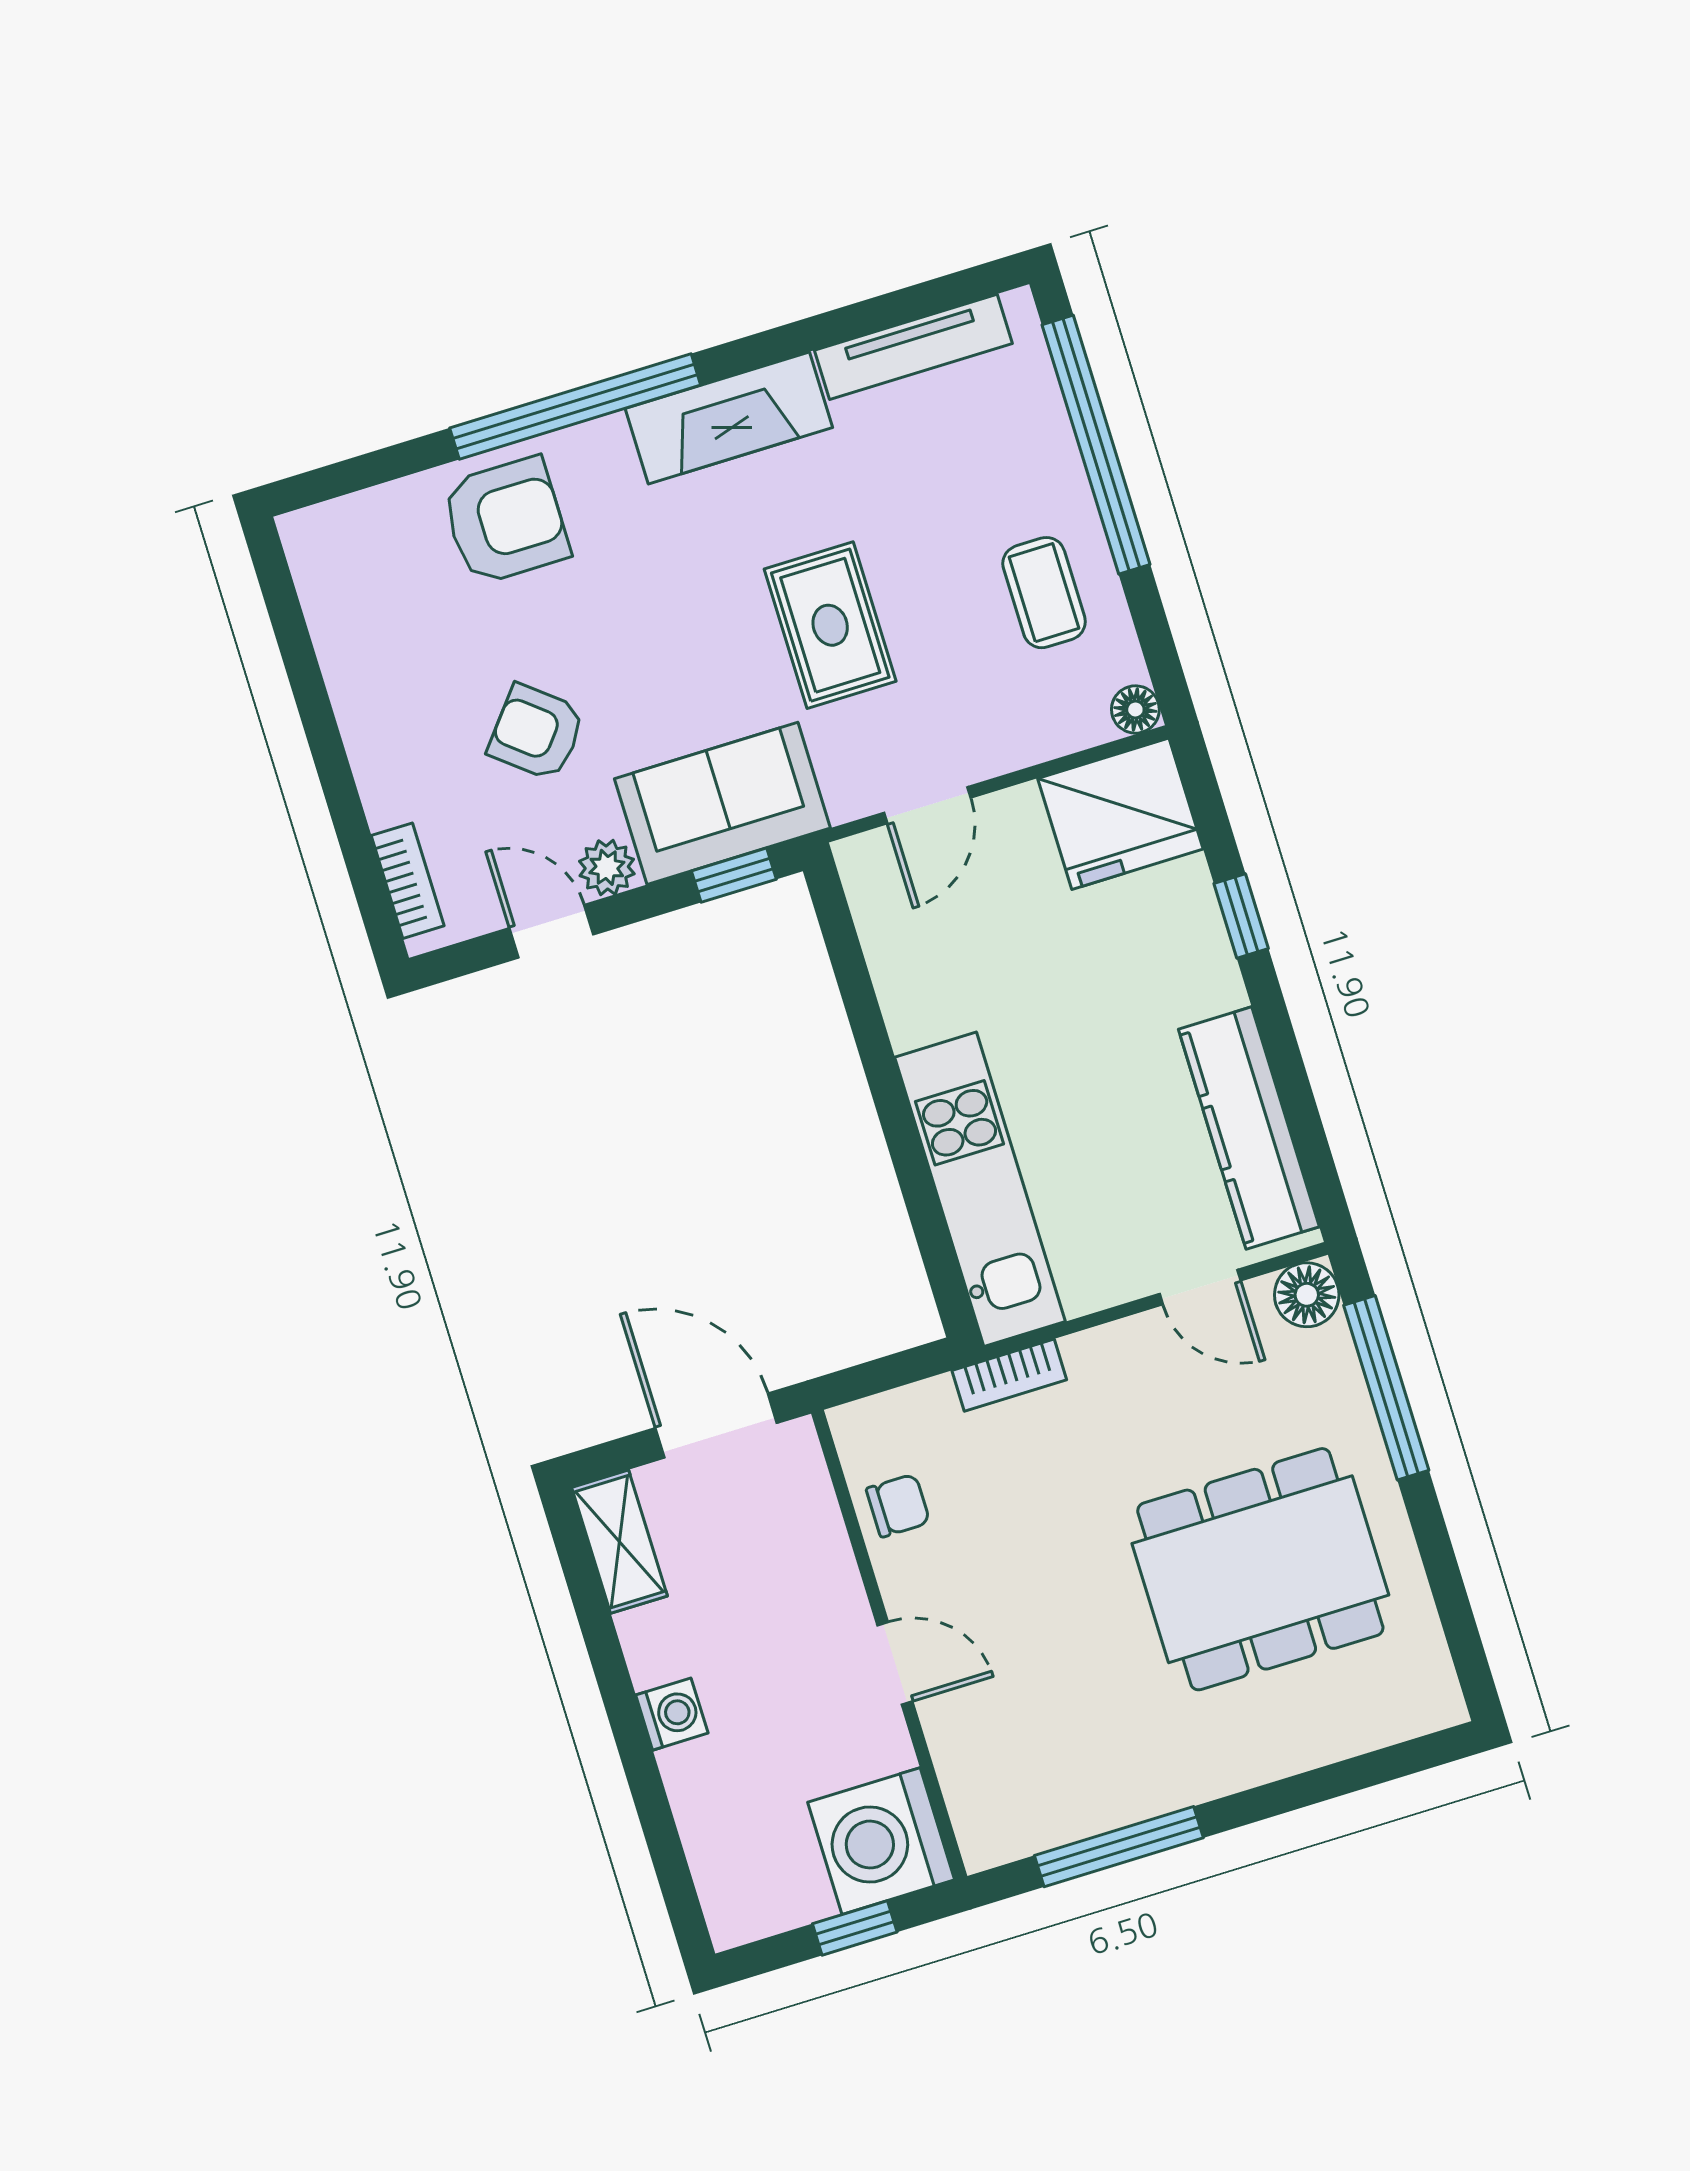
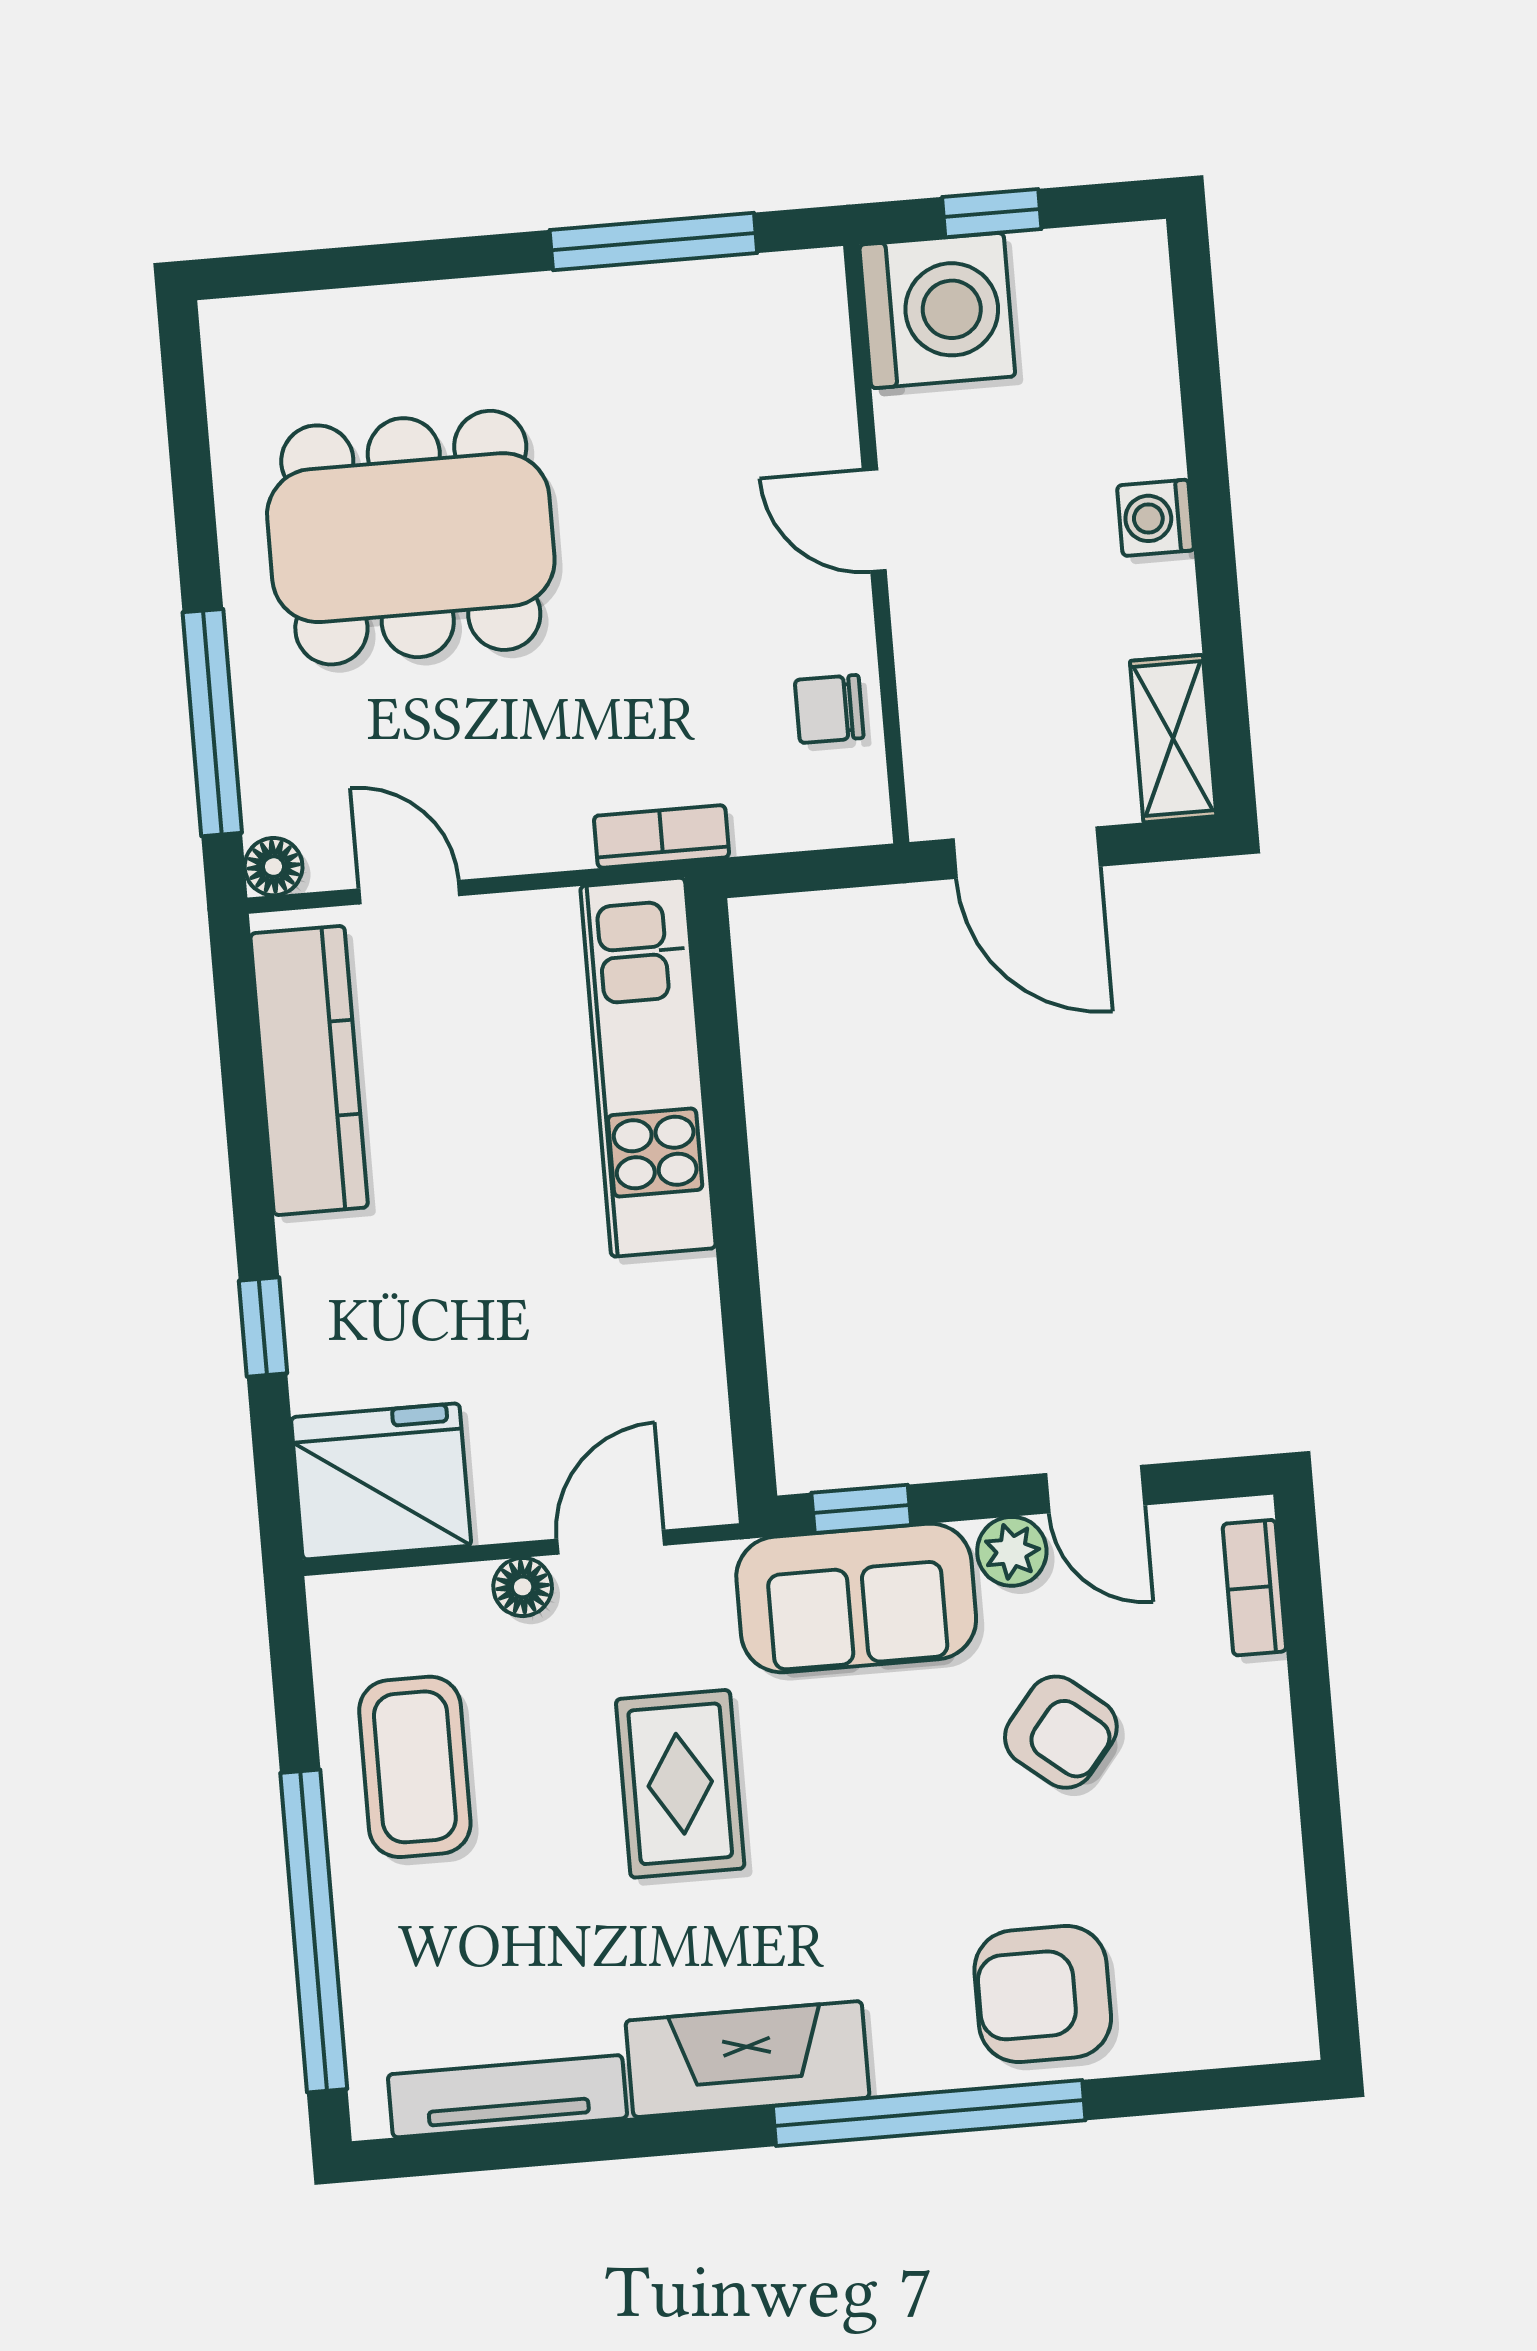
coffee table: (1044, 593) -> (415, 1767), width x1.36, depth x1.30
floor lamp: (1135, 709) -> (523, 1587), moved
floor lamp: (1307, 1295) -> (274, 867), width x0.73, depth x0.73

